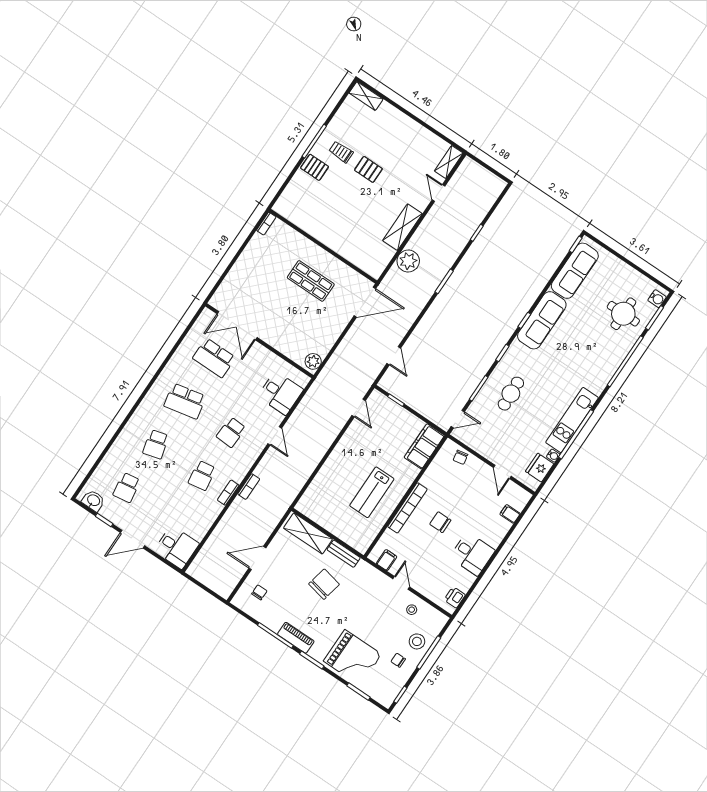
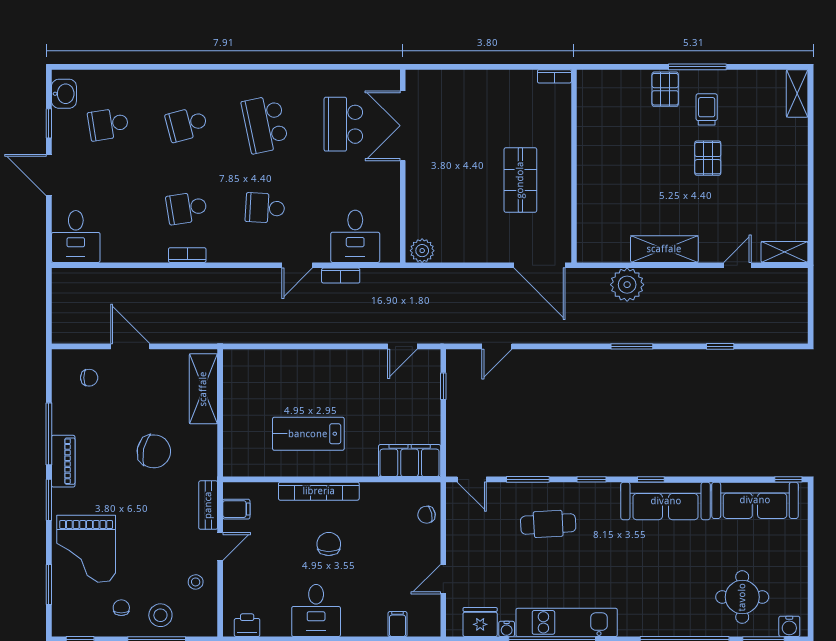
bookcase: (249, 487) -> (341, 276), moved
bench: (344, 554) -> (208, 505), moved

